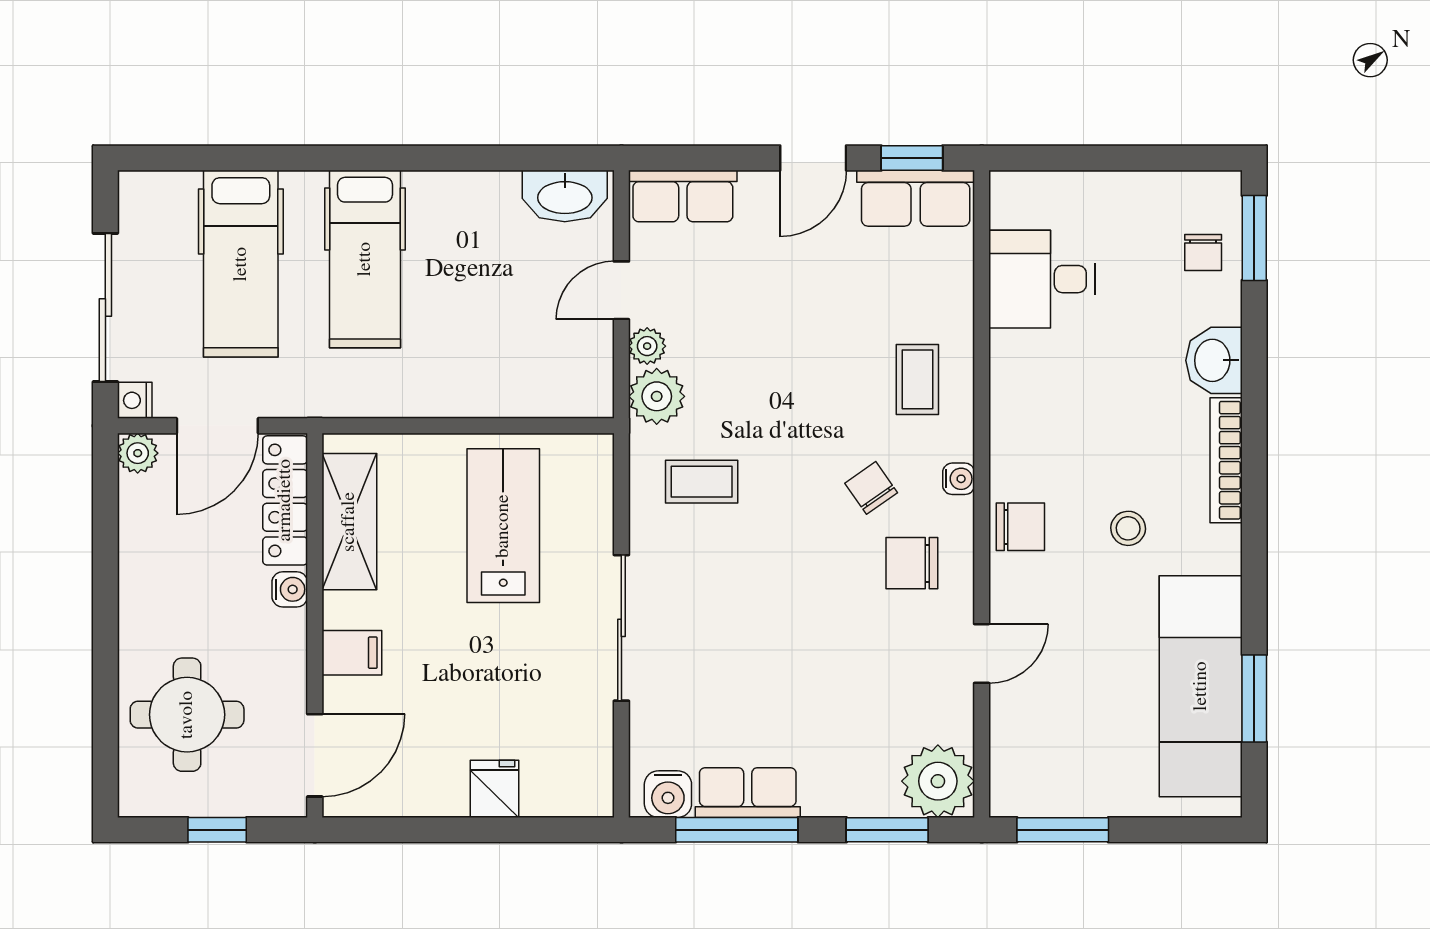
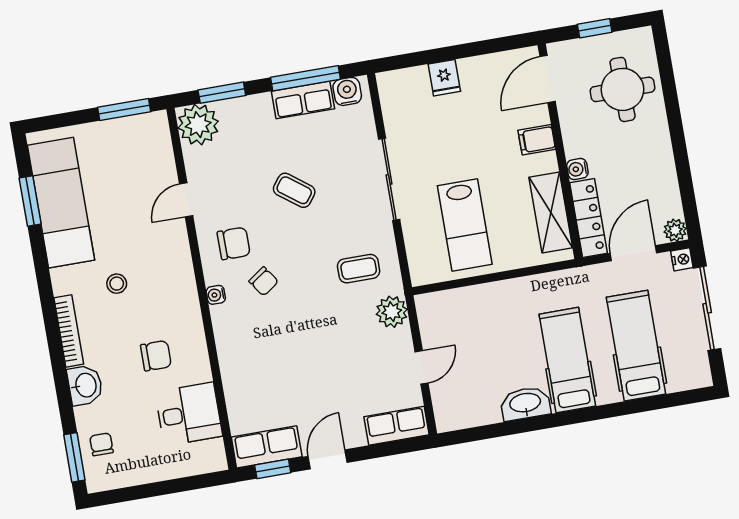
washbasin: (565, 196) -> (525, 403), moved
plant: (647, 346) -> (402, 339), removed
coffee table: (917, 379) -> (294, 190), moved, turned -53
chair: (1020, 527) -> (156, 356), moved, turned 180

